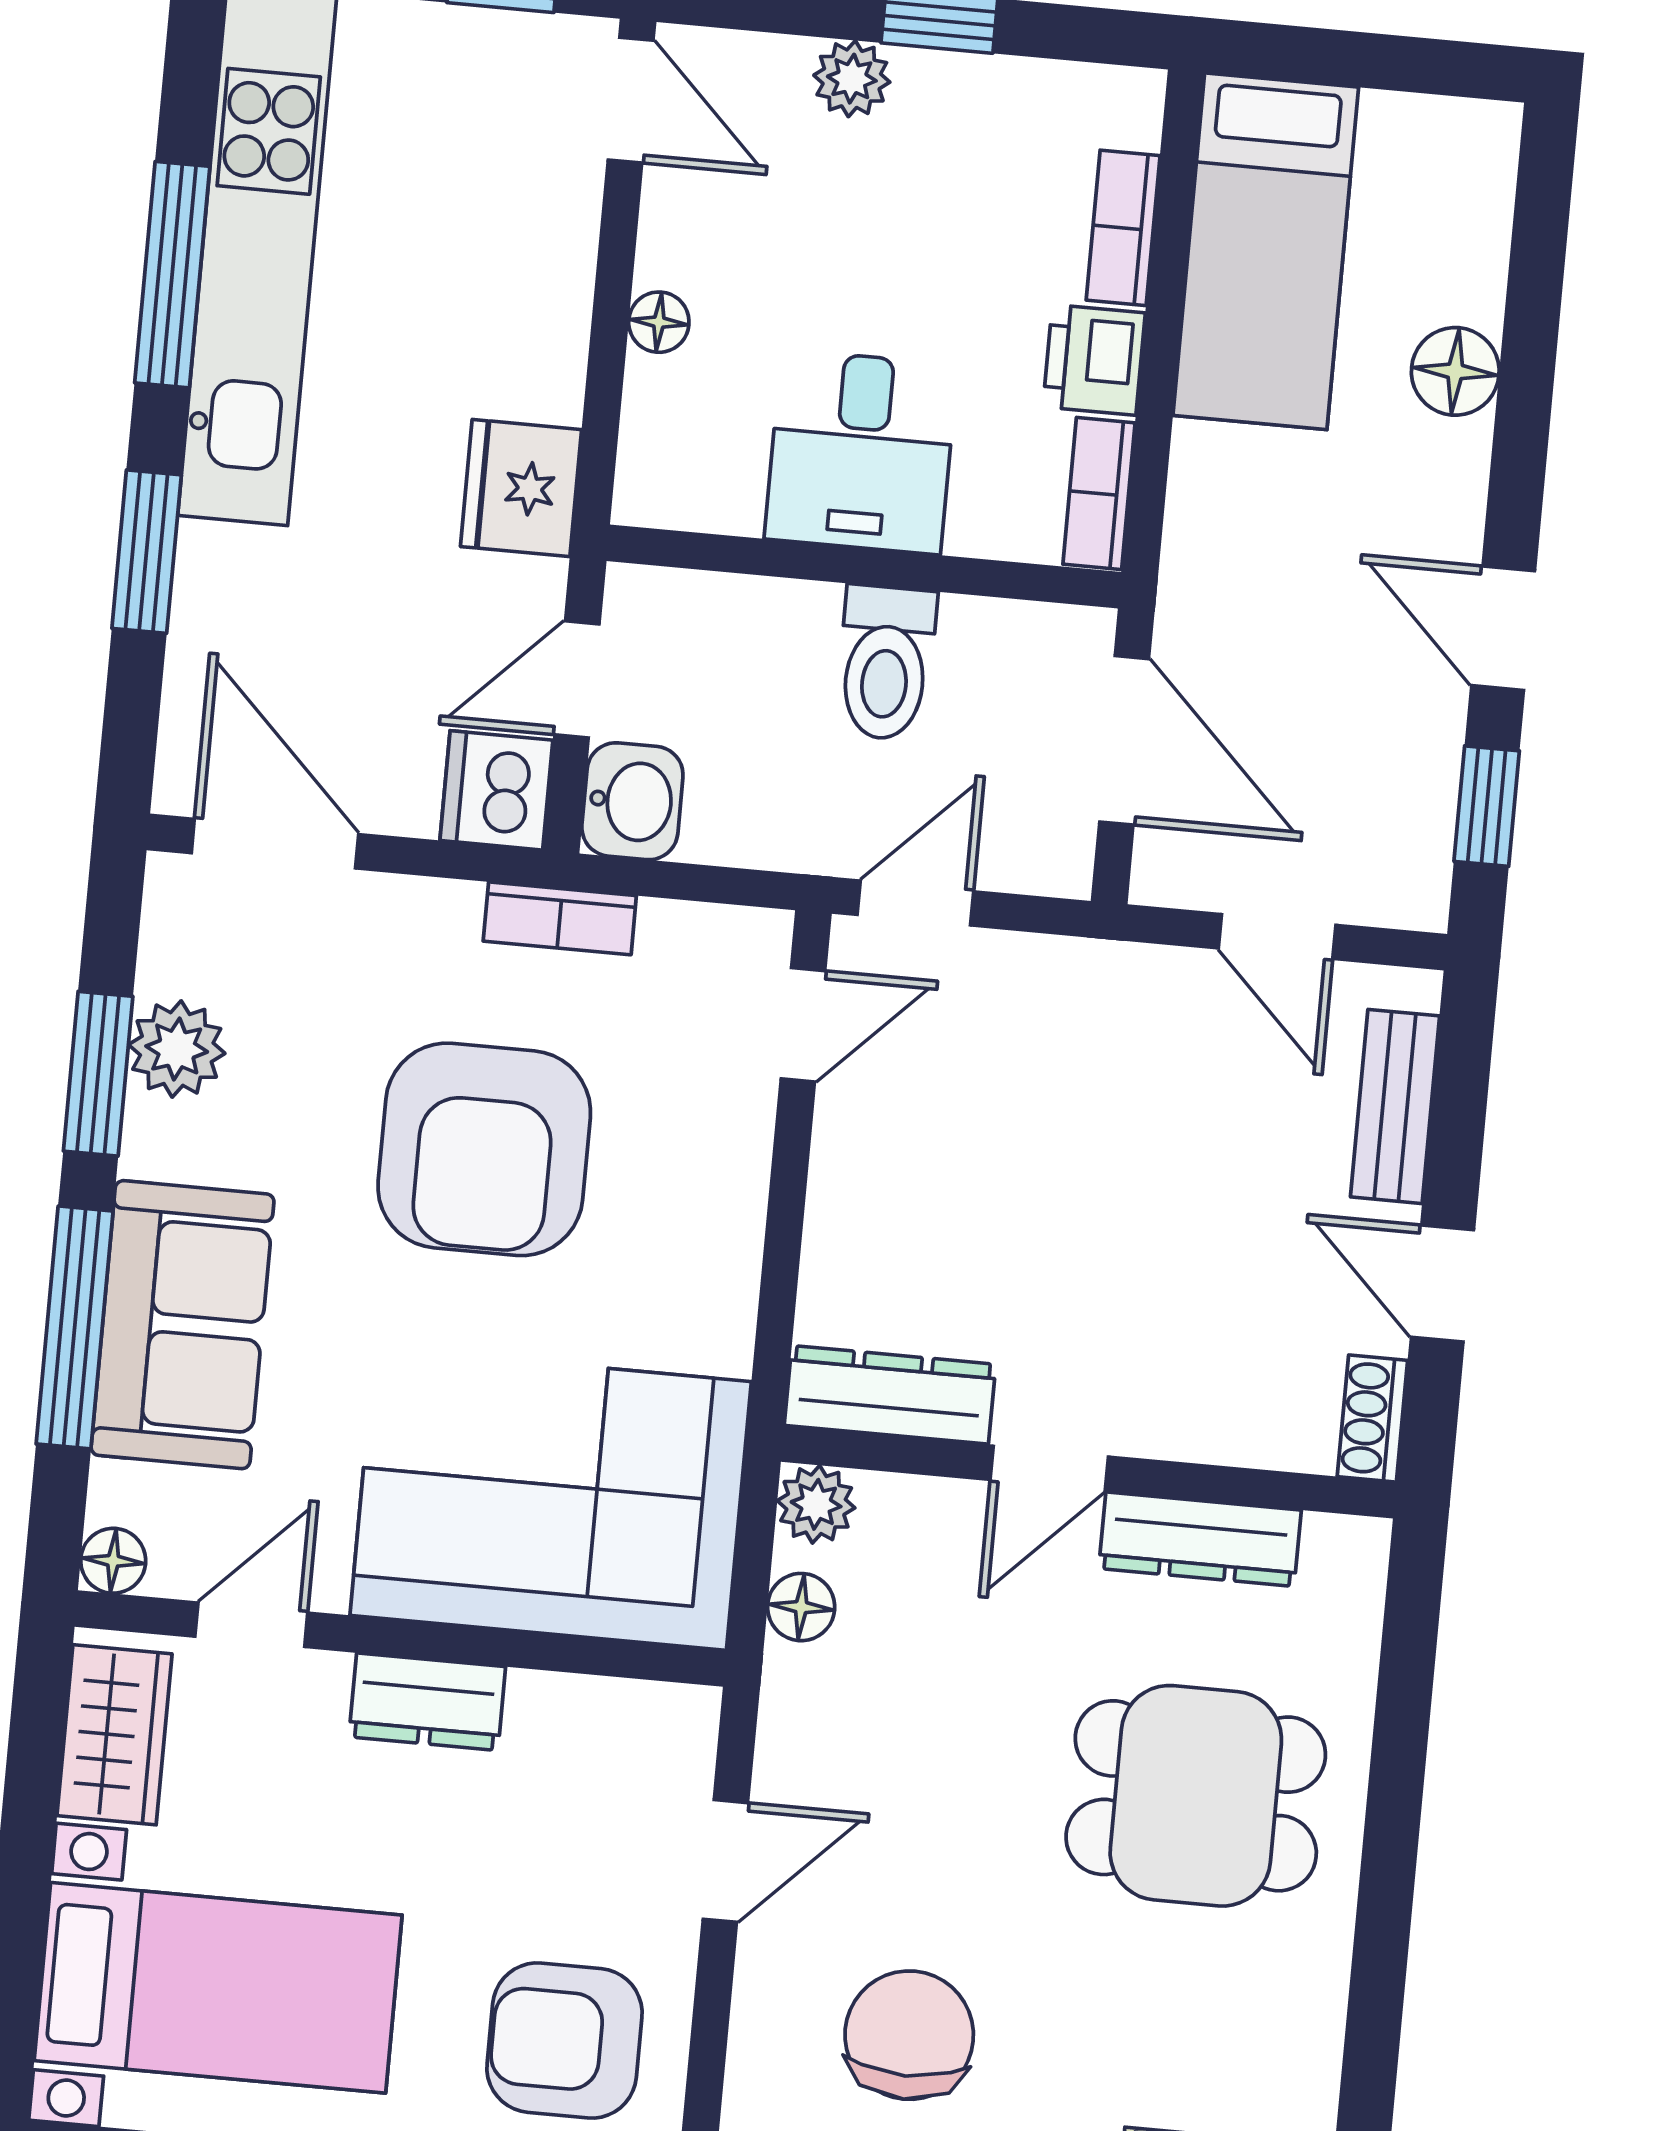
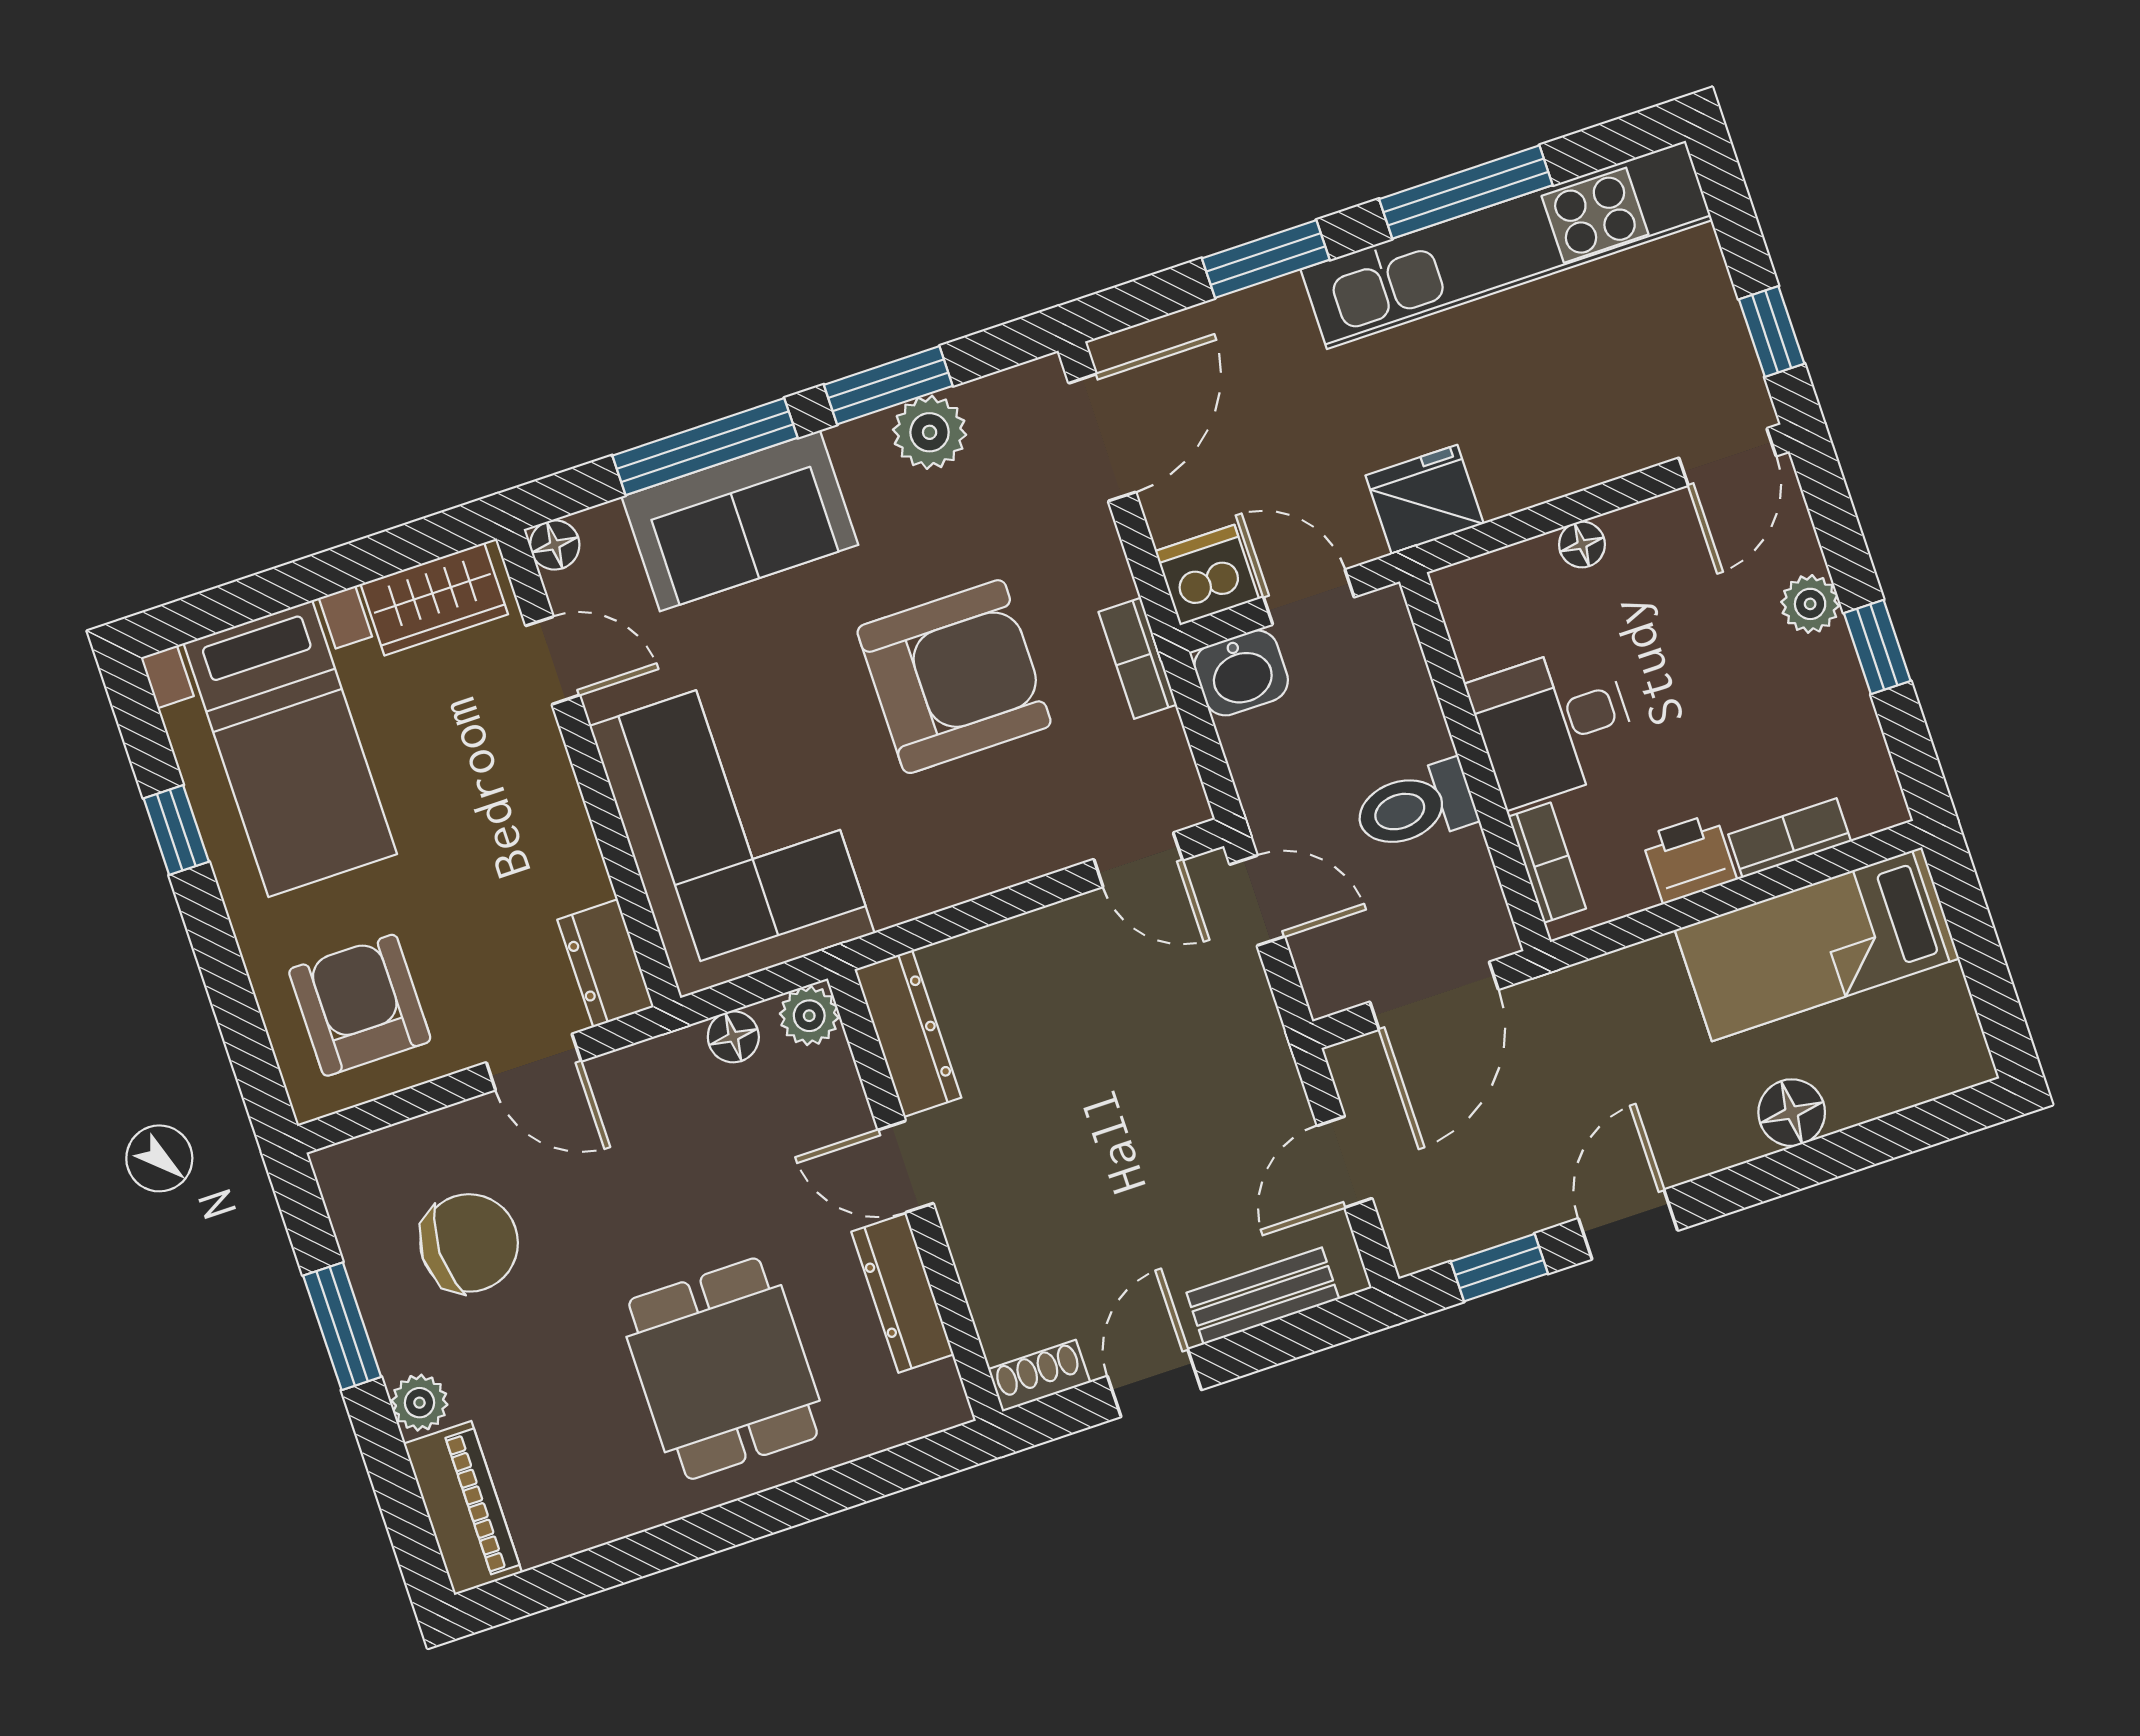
bookcase: (1099, 493) -> (1547, 863), moved, turned 90
armchair: (484, 1149) -> (954, 677), turned 180
dresser: (427, 1702) -> (606, 963), moved

